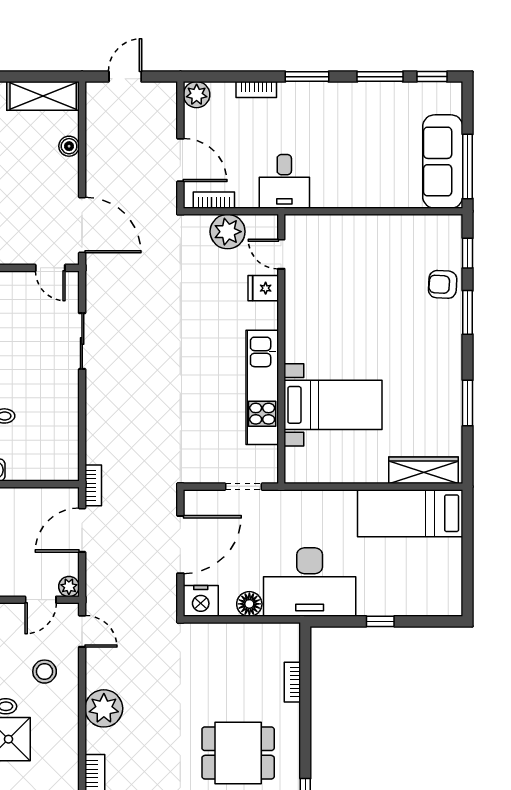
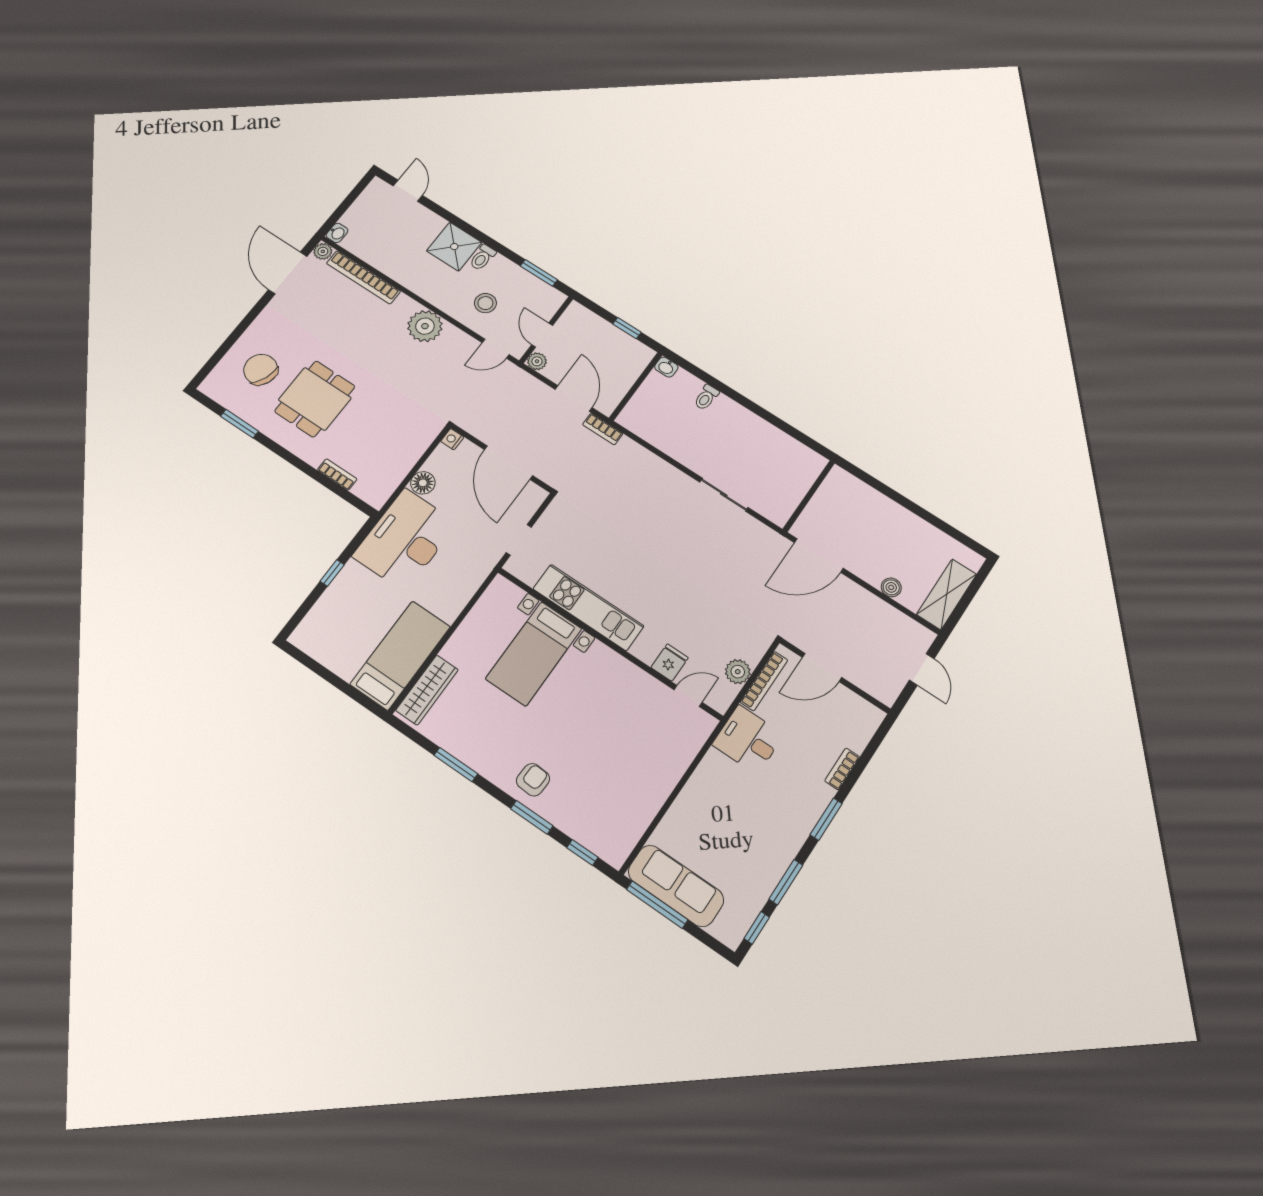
plant: (197, 95) -> (869, 717), removed
bookcase: (214, 200) -> (764, 681), width x1.56
plant: (228, 232) -> (738, 672), width x0.73, depth x0.73
door: (50, 268) -> (800, 509), removed
armchair: (443, 284) -> (533, 780), moved
nightstand: (201, 601) -> (452, 439), width x0.53, depth x0.56

